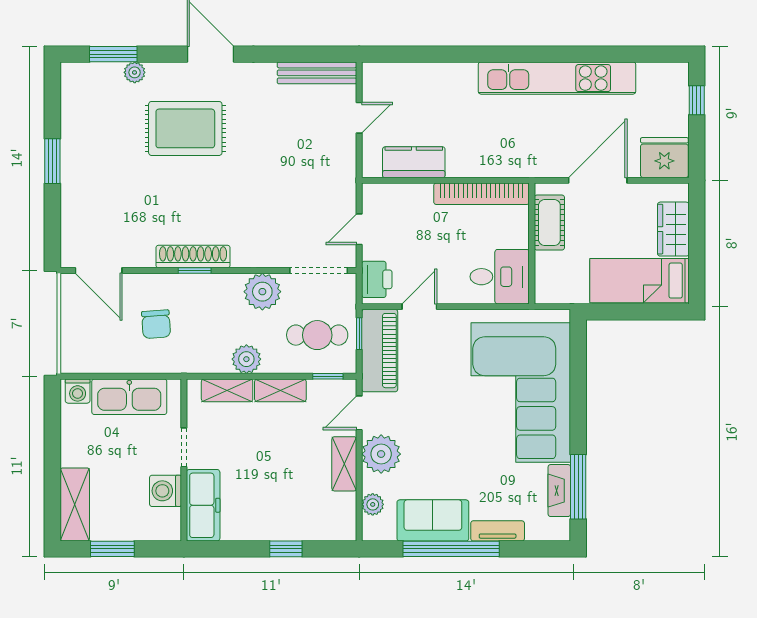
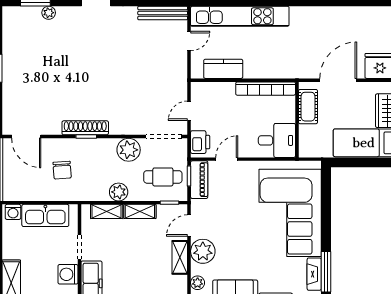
kitchen unit: (557, 78) -> (240, 16), moved
rug: (185, 128) -> (80, 48), removed
piano: (380, 351) -> (199, 180), width x0.73, depth x0.75

